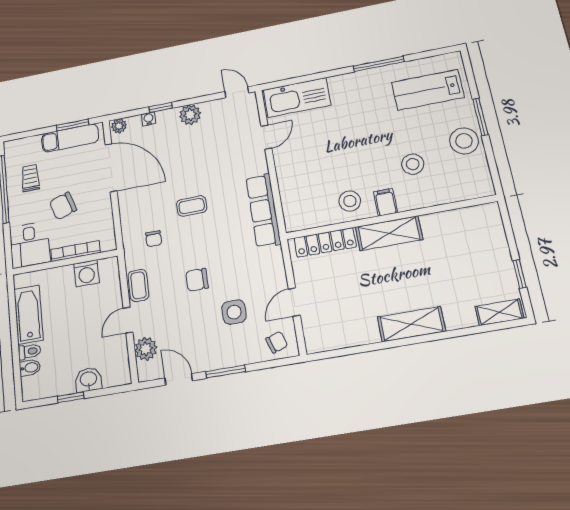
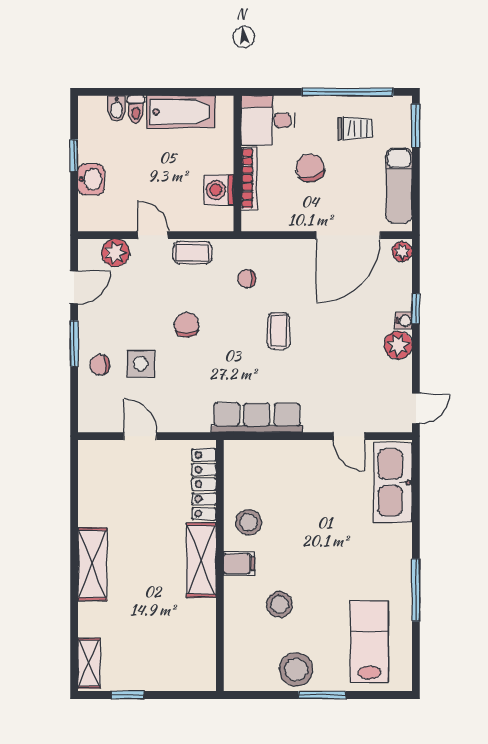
water cooler: (149, 119) -> (404, 321), moved
window: (73, 125) -> (416, 126), moved
chair: (277, 342) -> (100, 365), moved, turned 108

